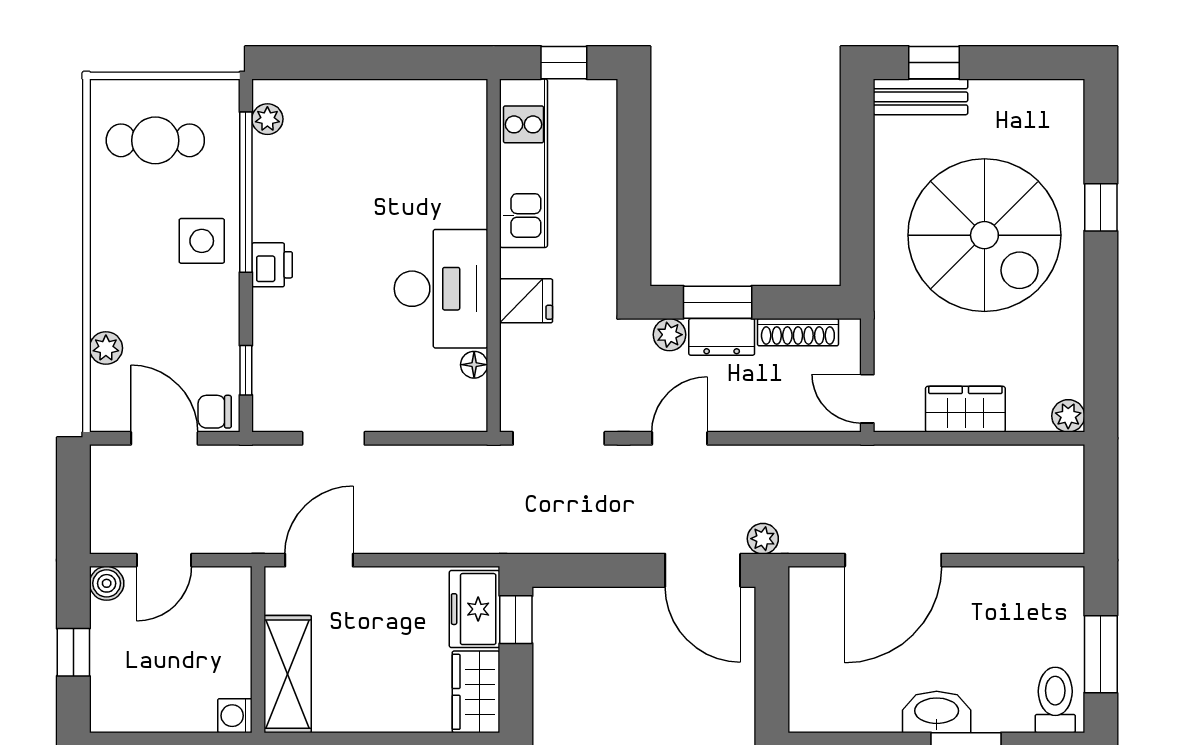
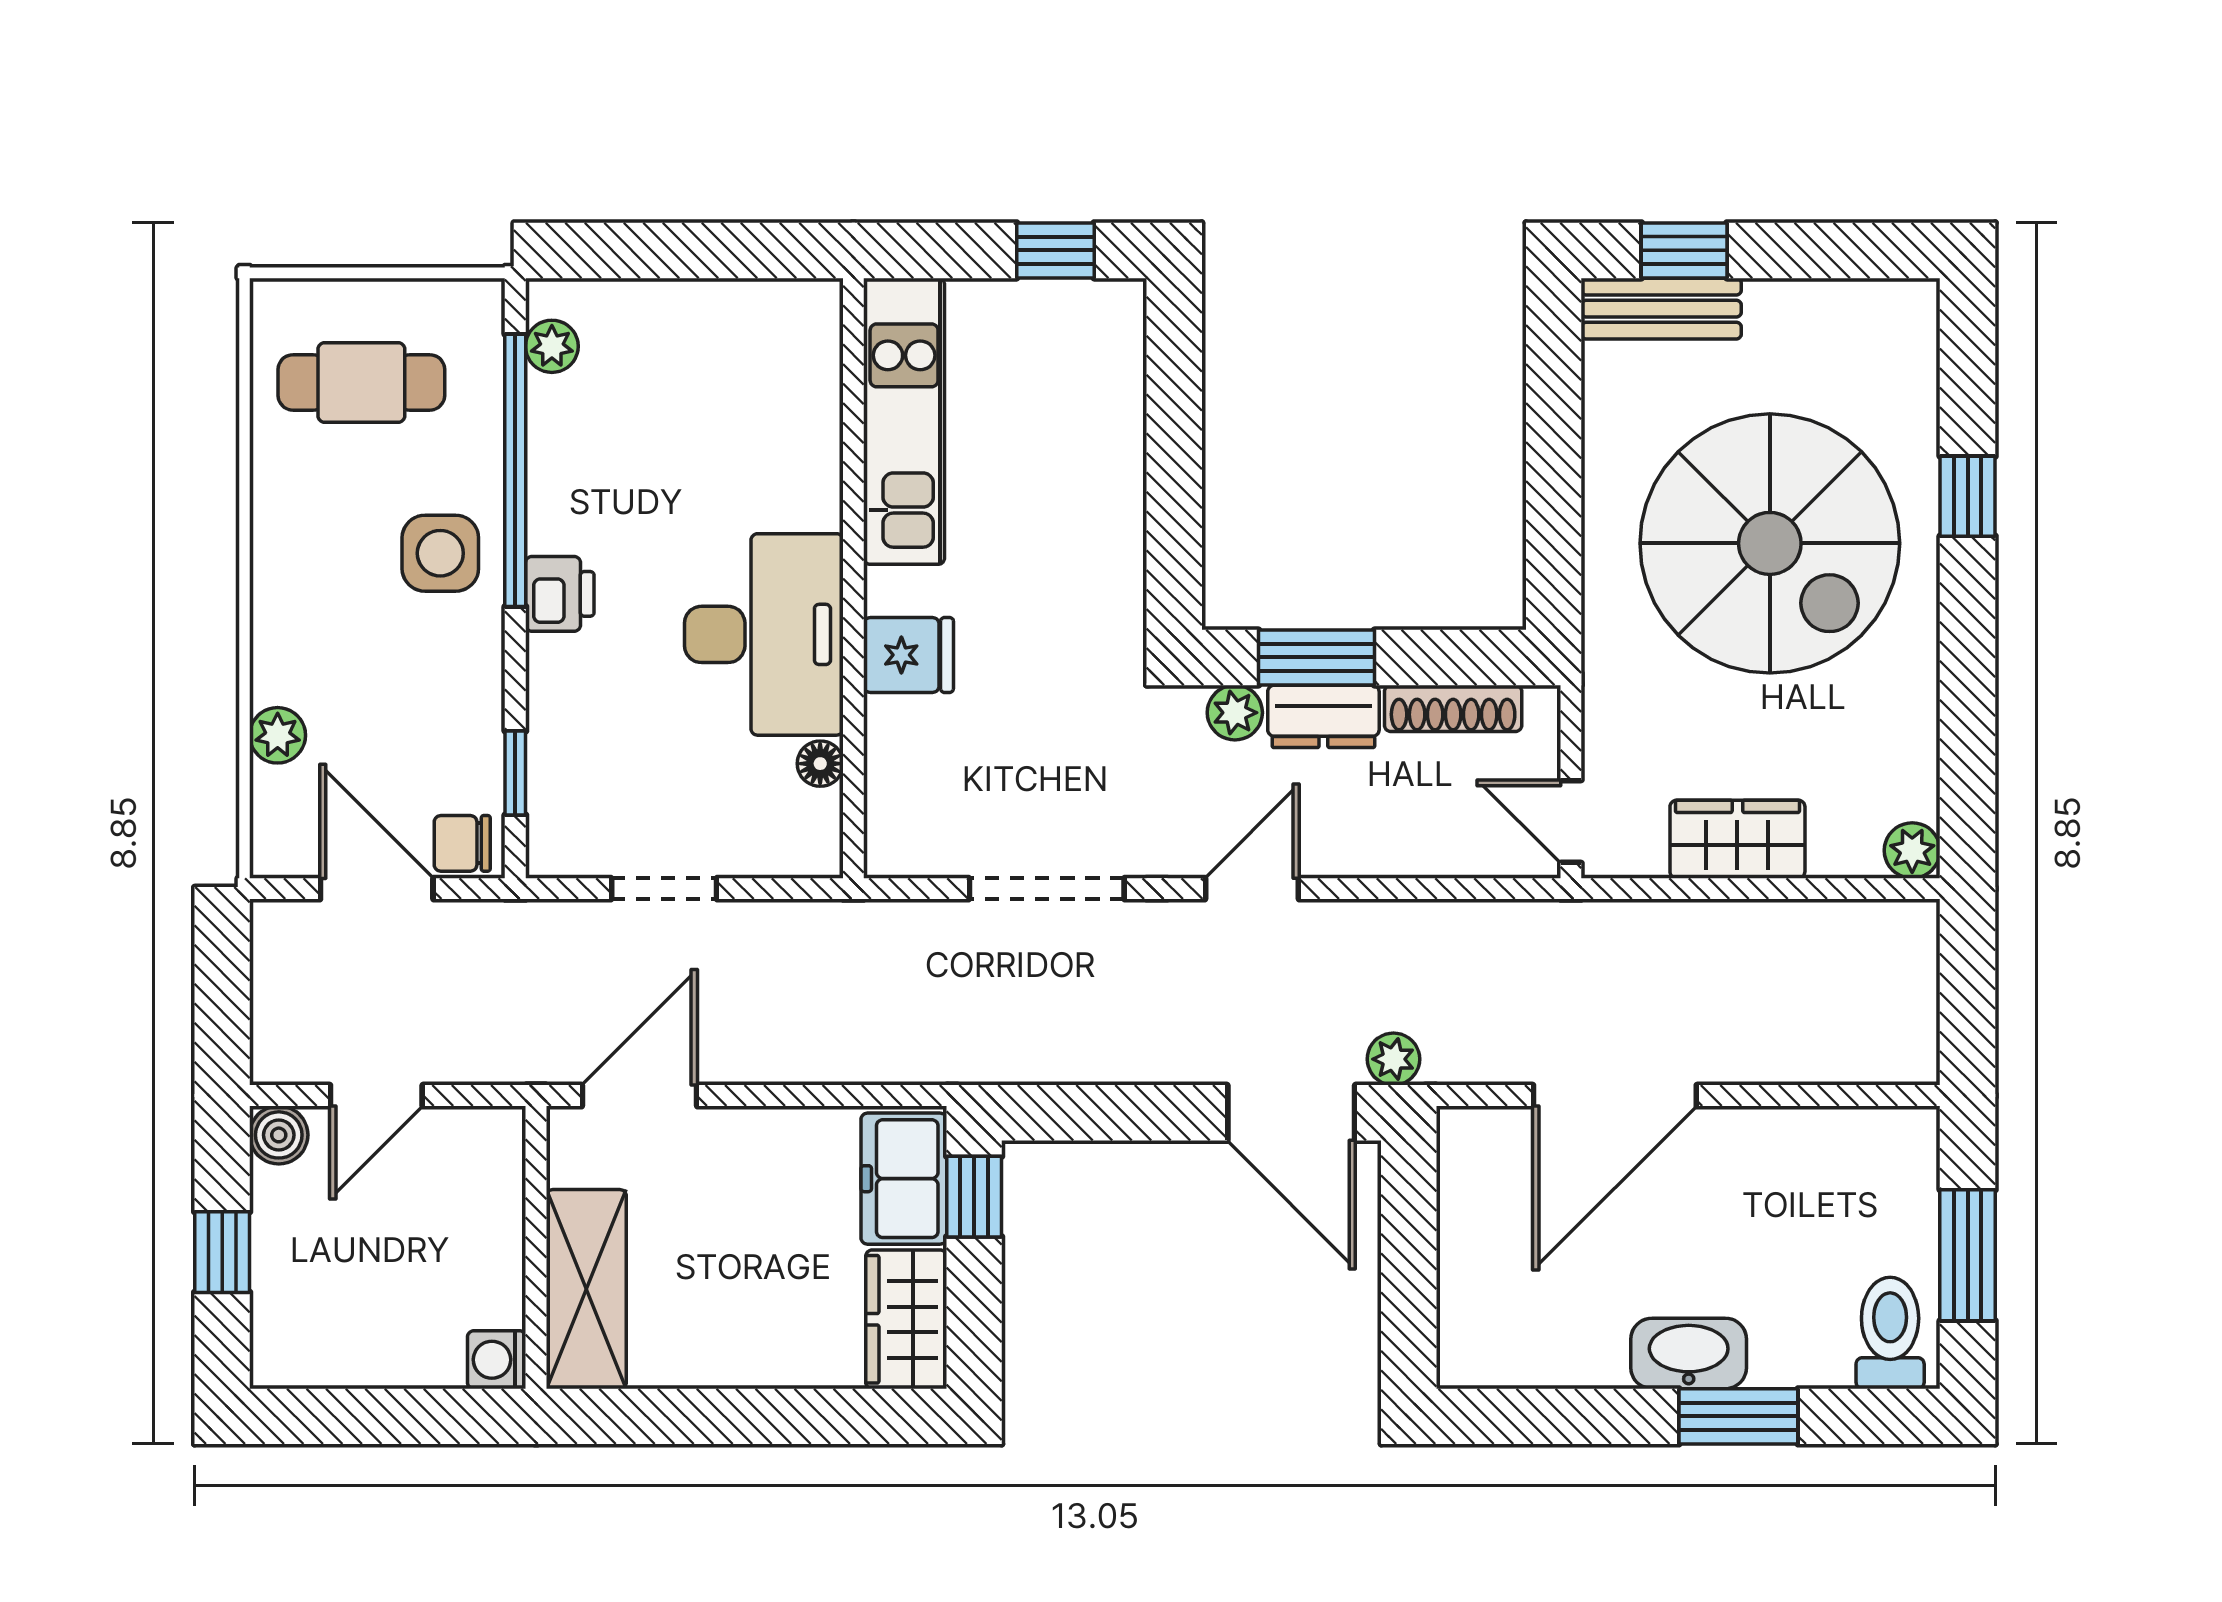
kitchen unit: (524, 163) -> (904, 421), moved
wall: (494, 256) -> (853, 578), moved
desk: (441, 289) -> (764, 634), moved
fridge: (526, 301) -> (909, 655), moved
floor lamp: (474, 365) -> (820, 764), moved

